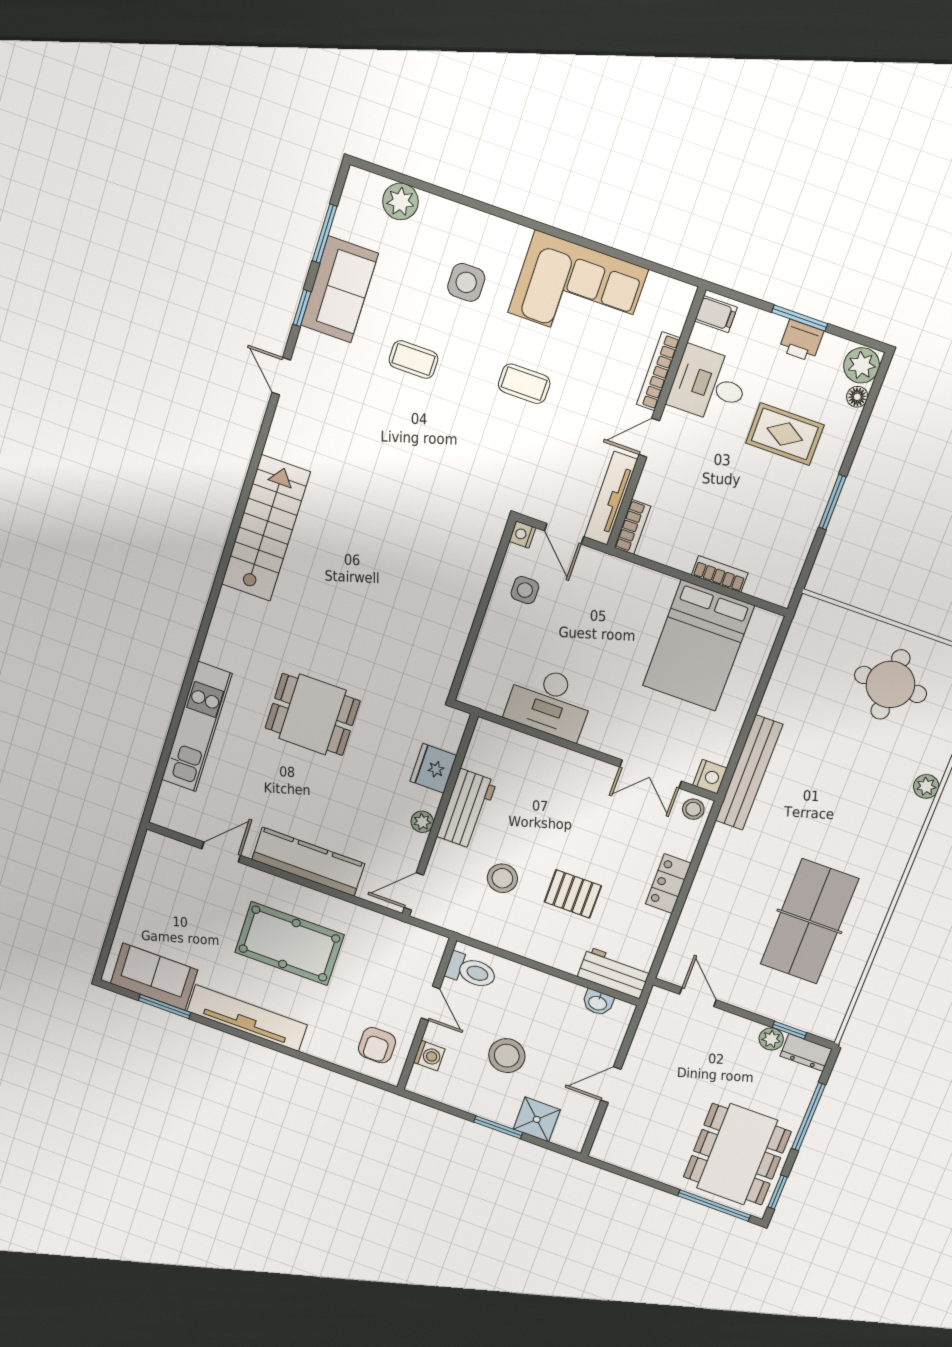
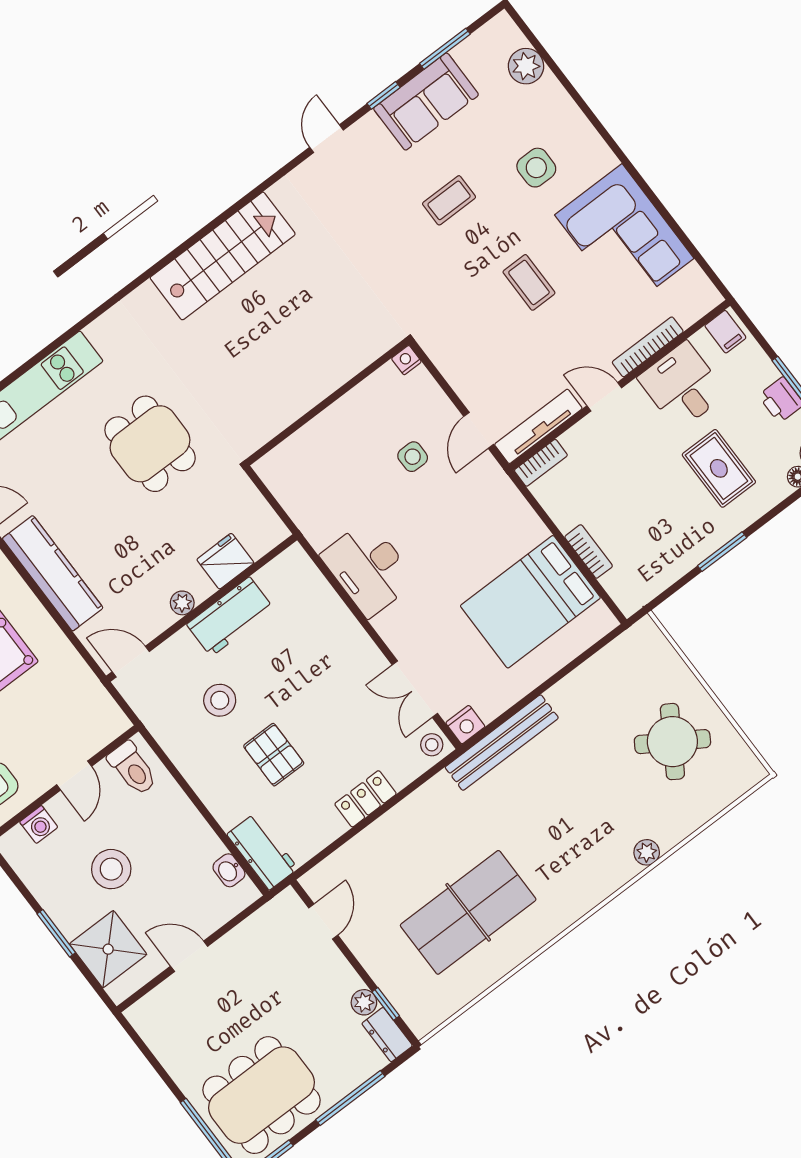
coffee table: (413, 360) -> (449, 200), turned 90
nightstand: (522, 534) -> (406, 360), moved
wall: (482, 610) -> (327, 402), moved
round table: (890, 684) -> (672, 742), turned 32
shower: (537, 1119) -> (108, 949), width x1.36, depth x1.36

